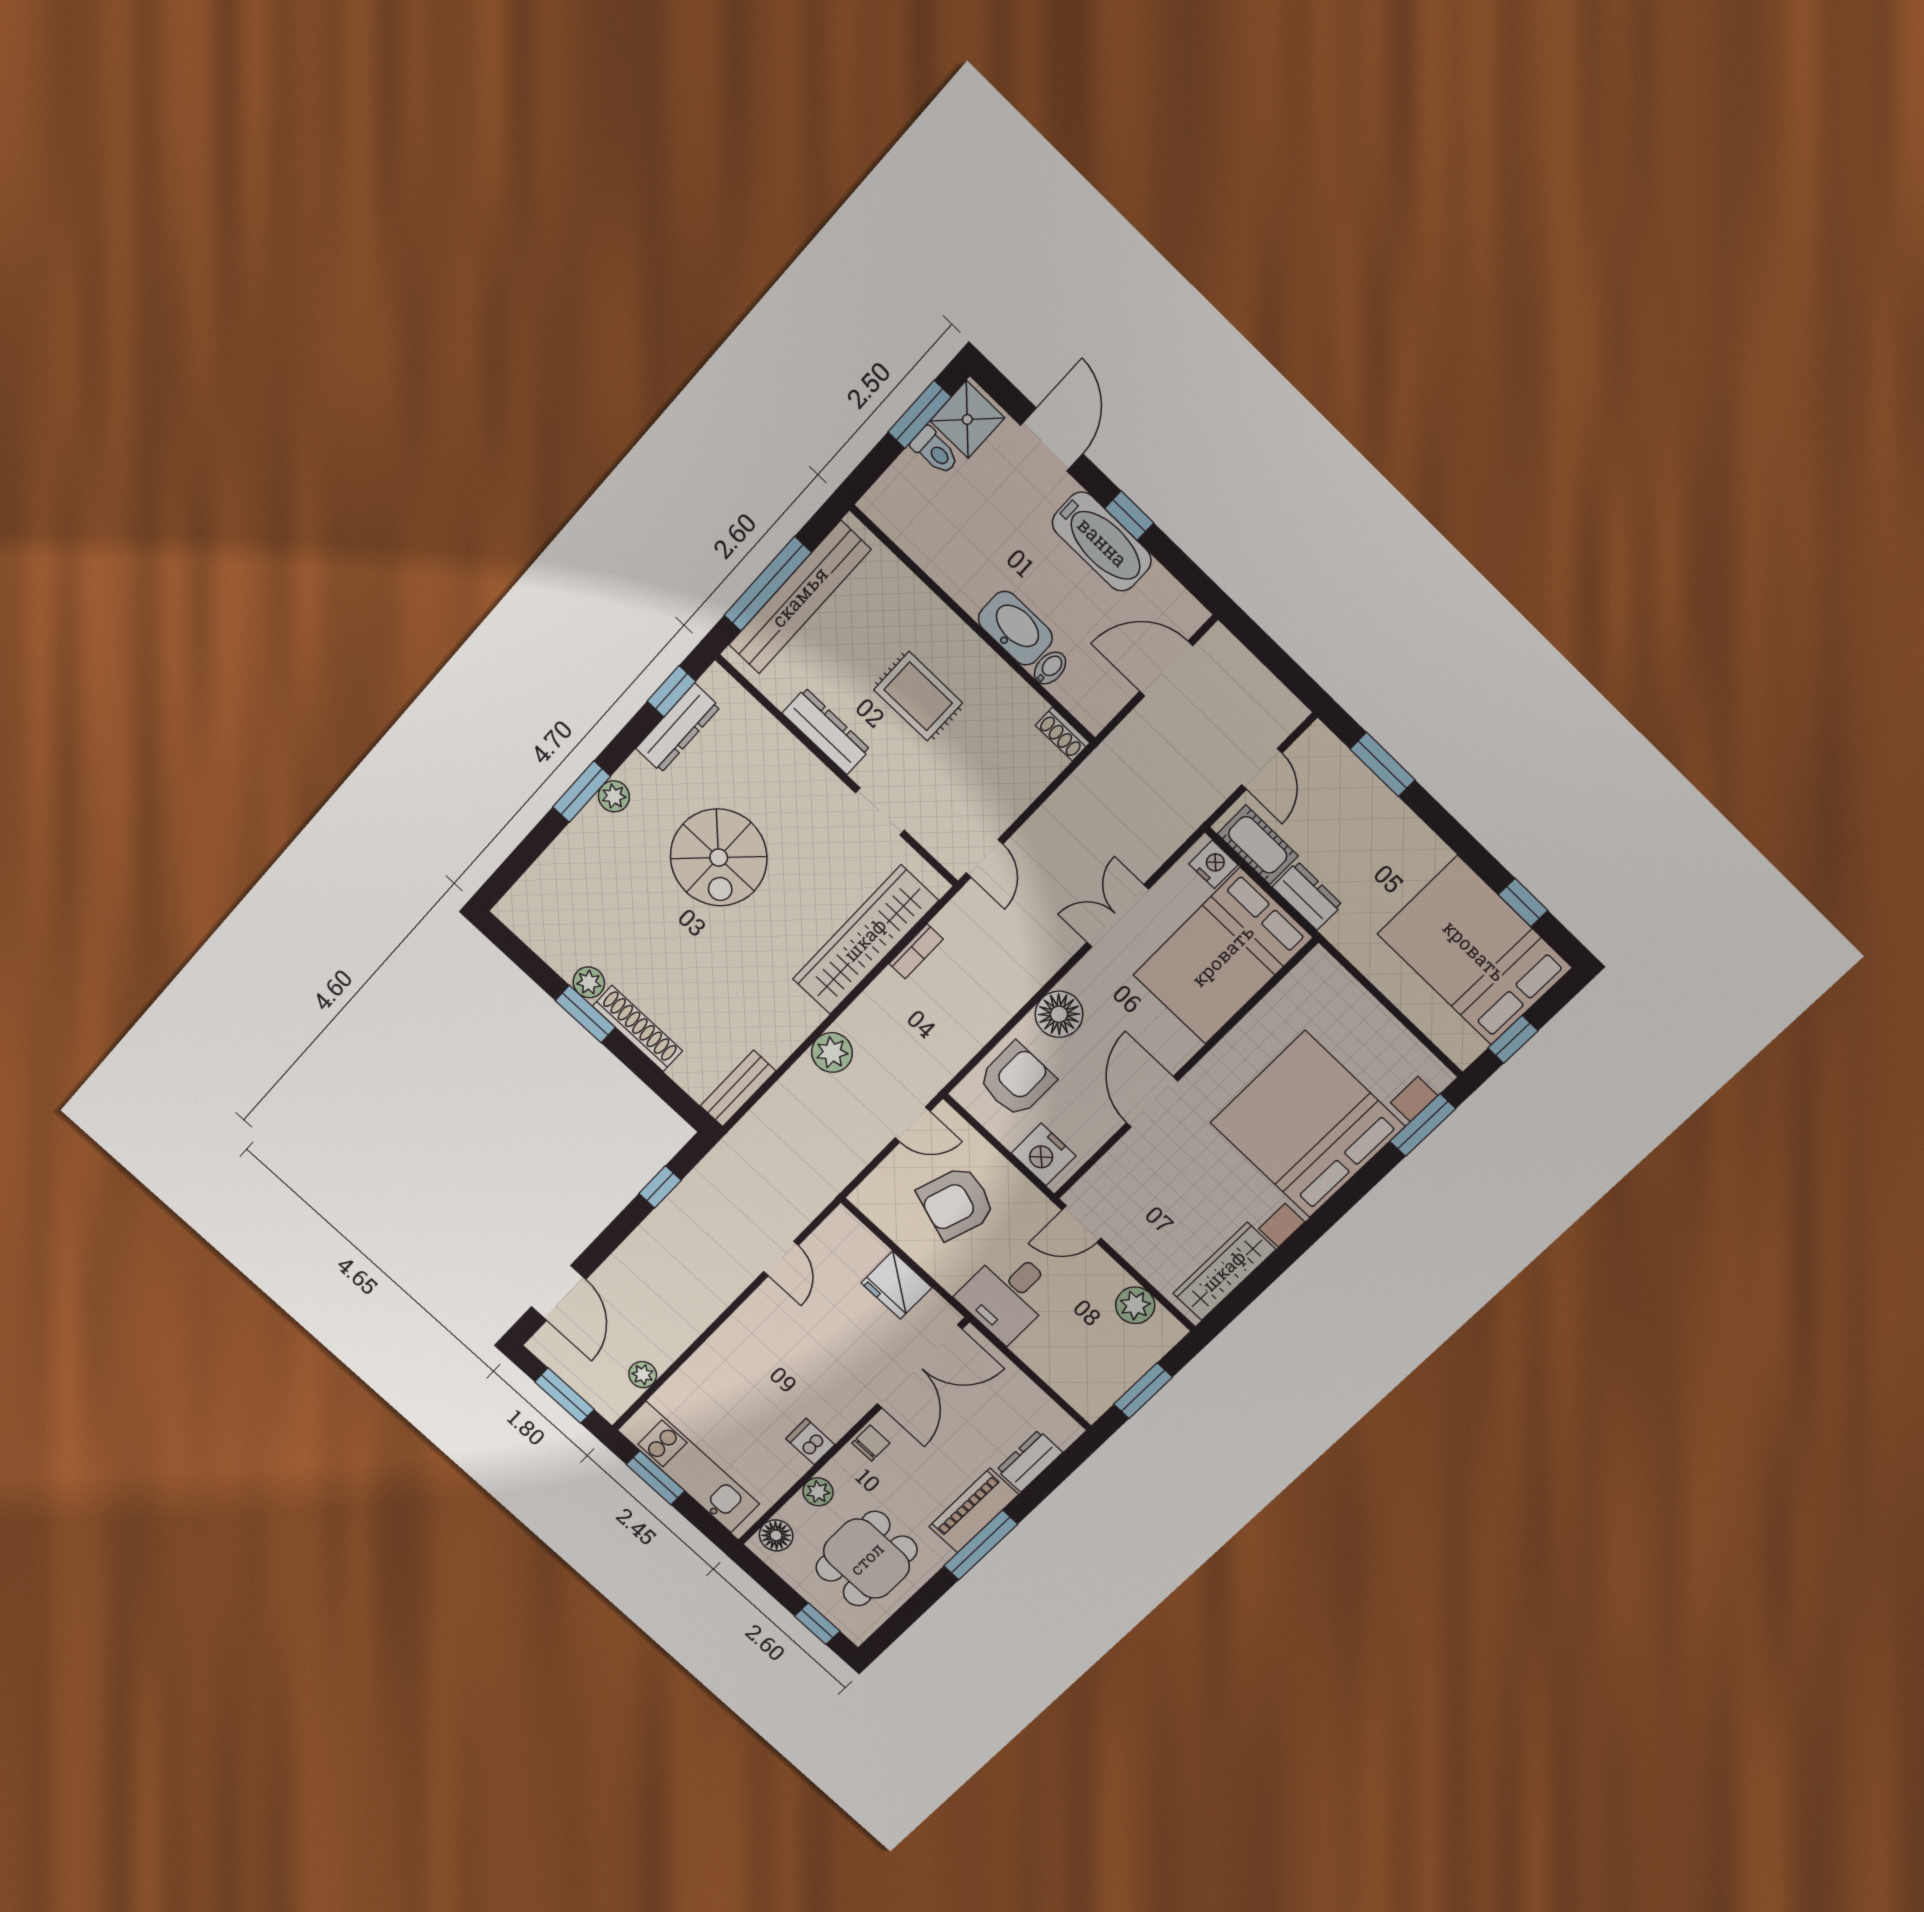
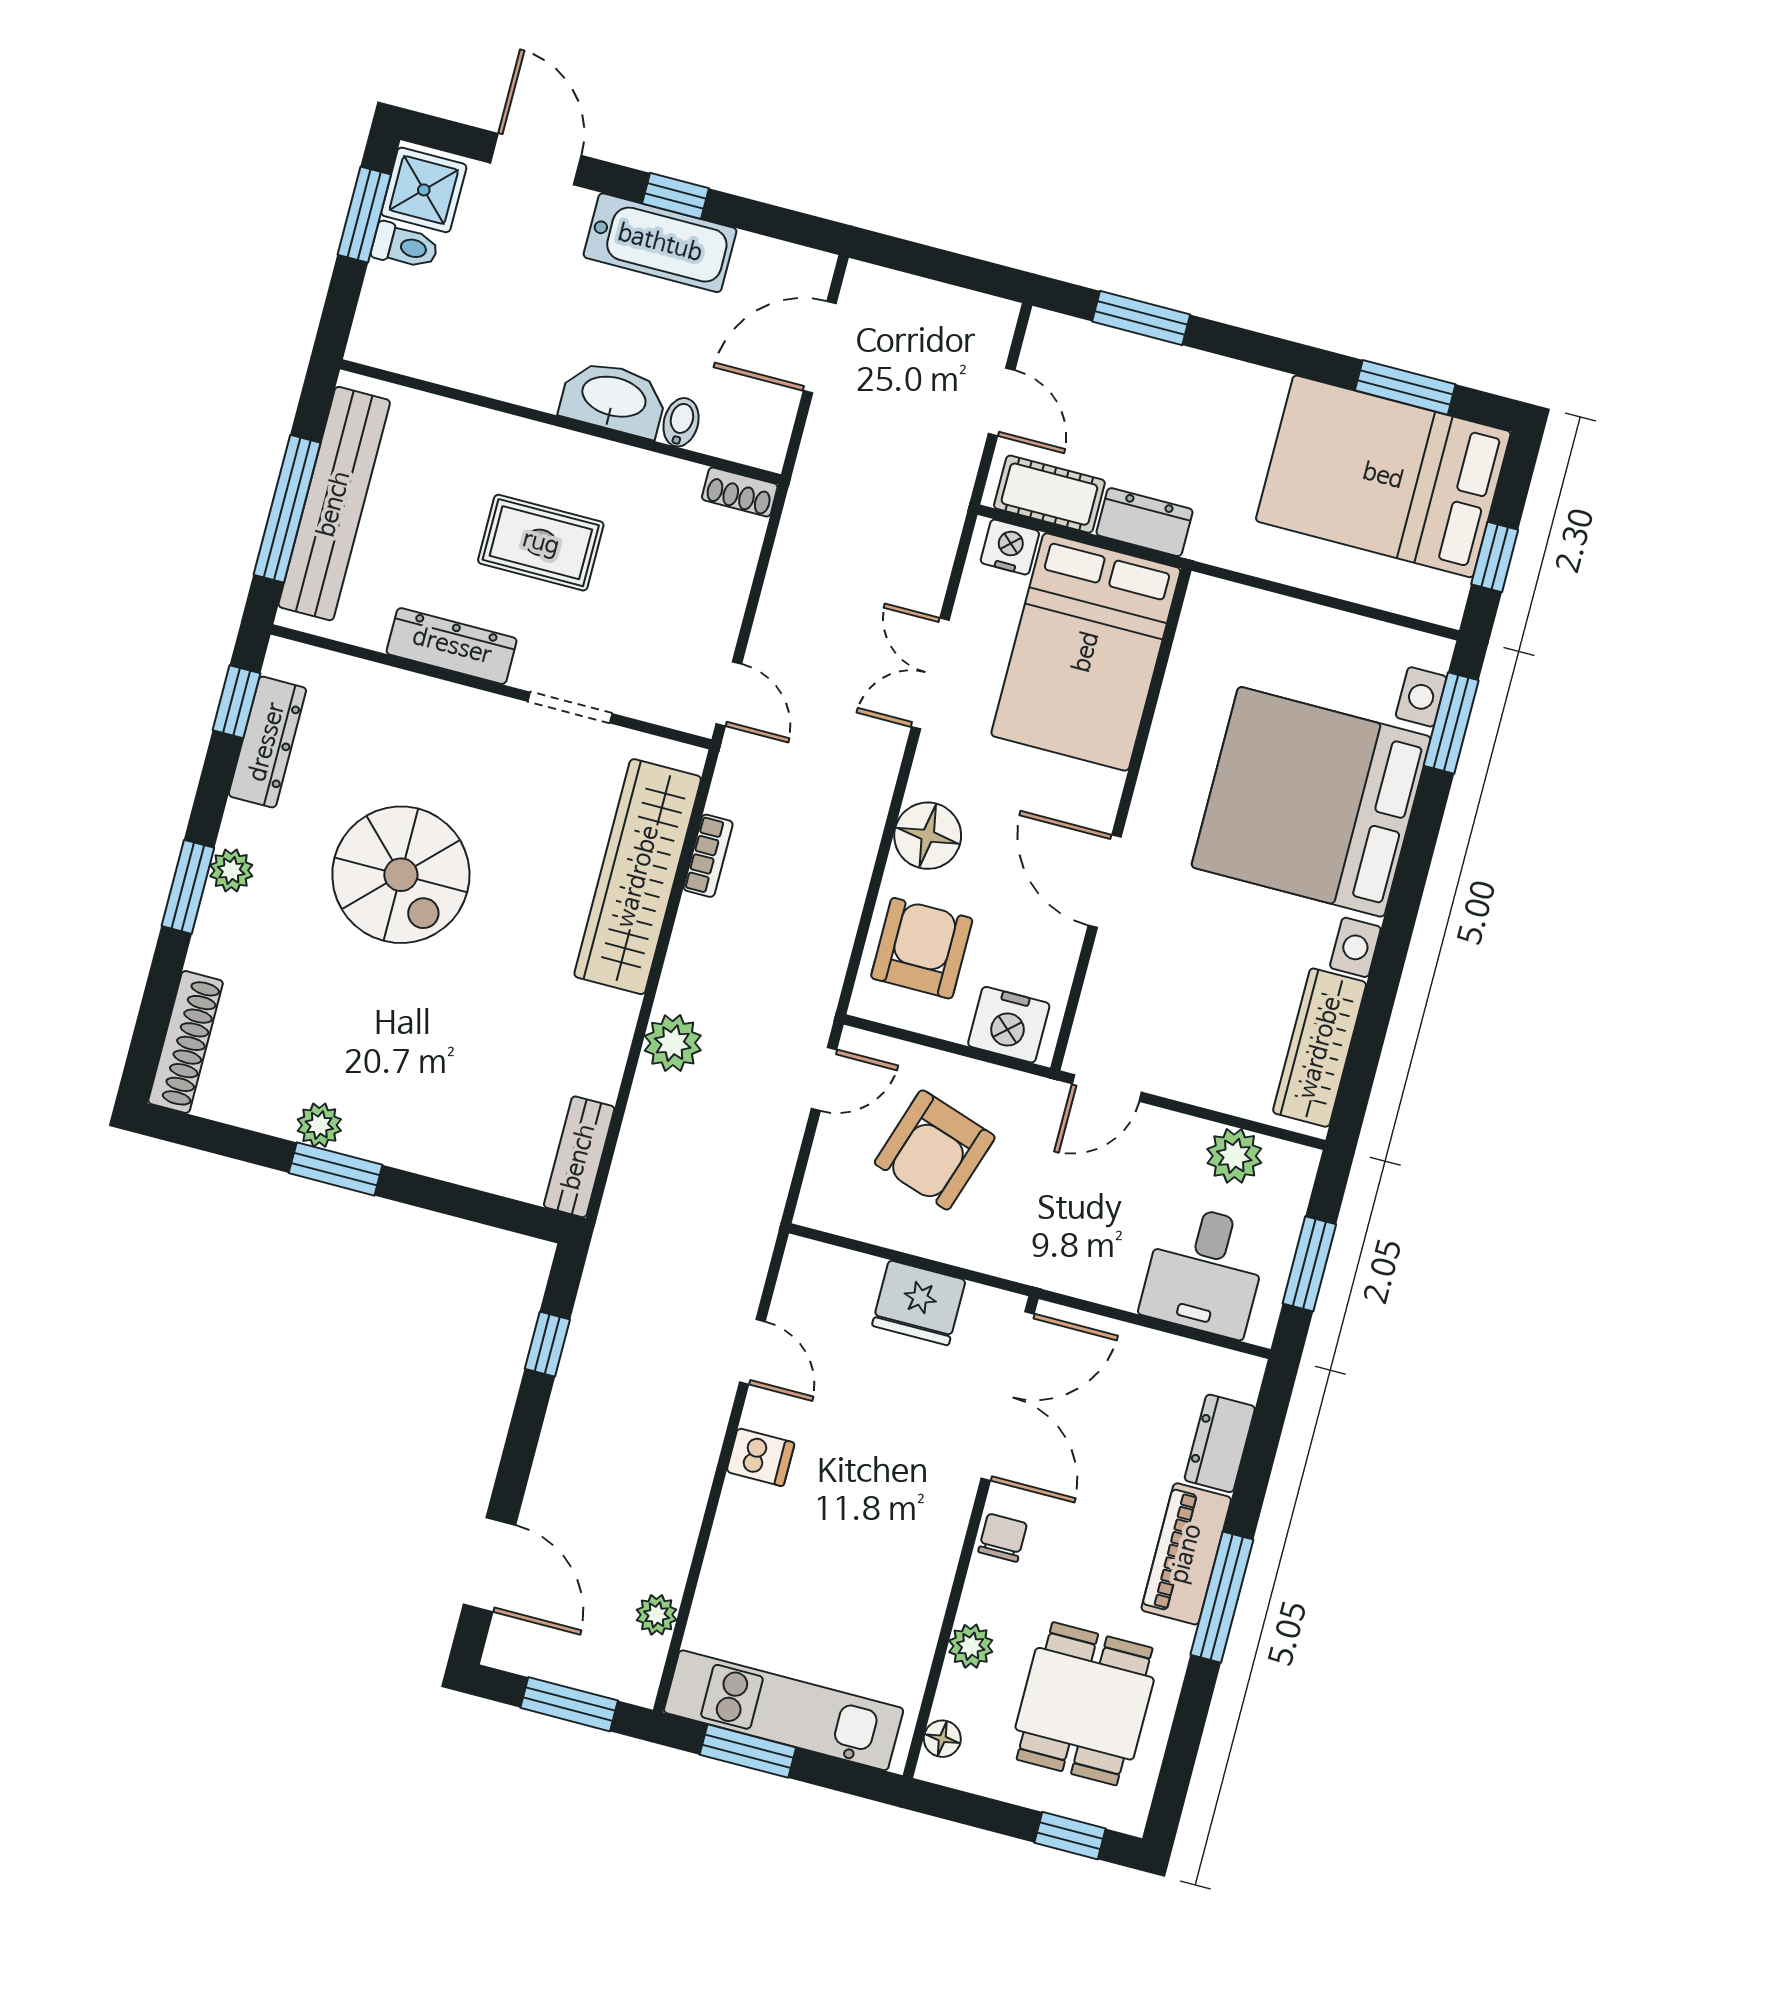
window: (1523, 903) -> (1405, 387), width x1.50
shoe rack: (638, 1029) -> (186, 1042), moved, turned 90
desk: (1007, 1295) -> (1205, 1271), moved
dishwasher: (810, 1442) -> (761, 1457), moved, turned 180
floor lamp: (776, 1535) -> (942, 1739), width x0.73, depth x0.73

